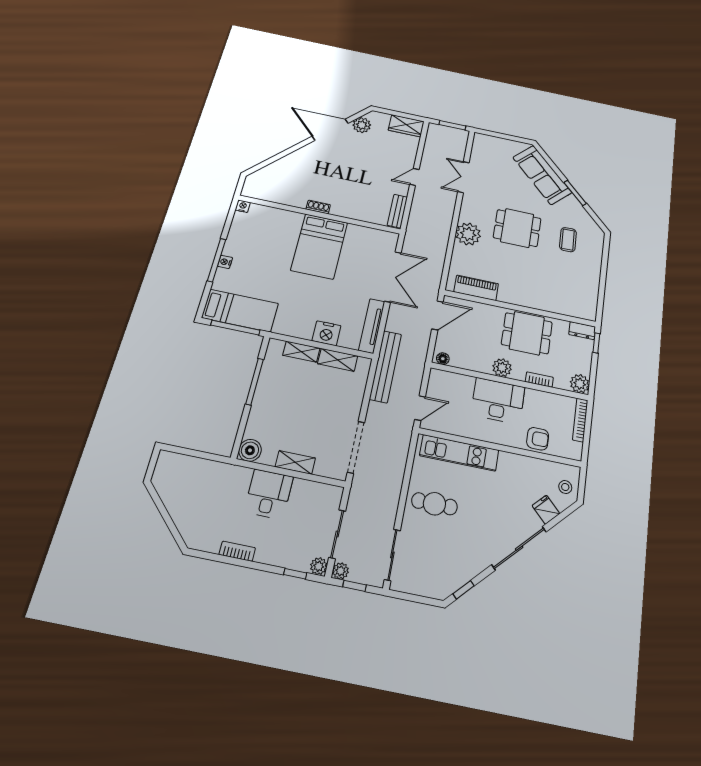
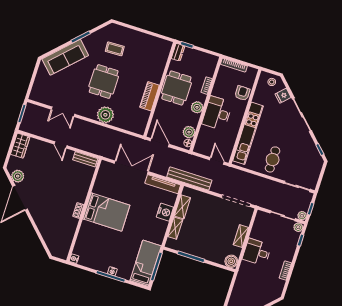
piano: (476, 288) -> (149, 96), moved
plant: (580, 384) -> (189, 132), moved
kitchen unit: (459, 453) -> (248, 133), width x1.36

